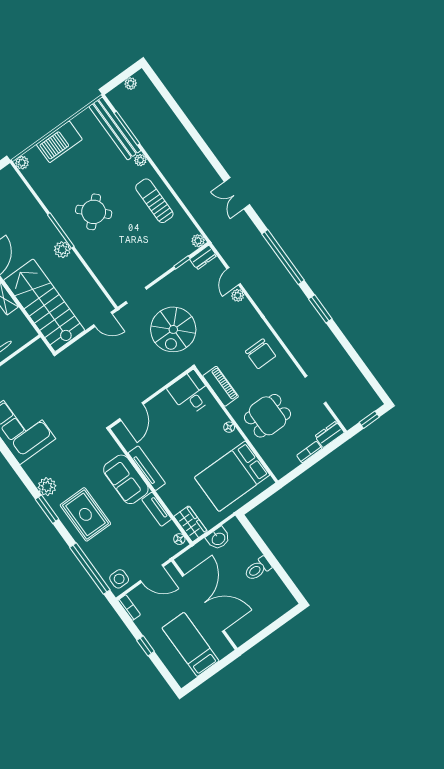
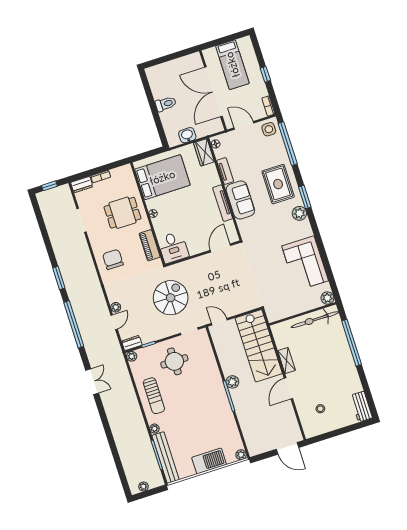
round table: (94, 212) -> (174, 361), moved, turned 45

